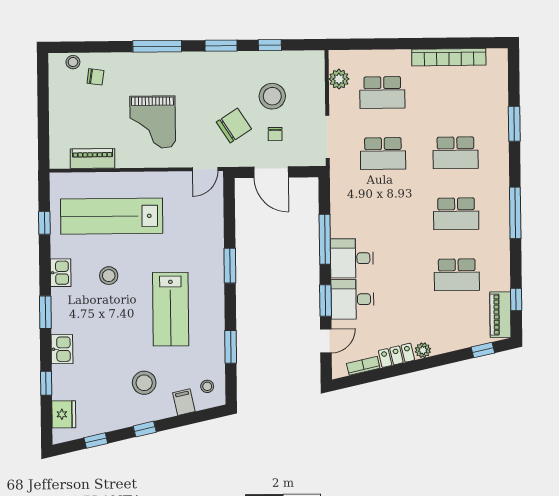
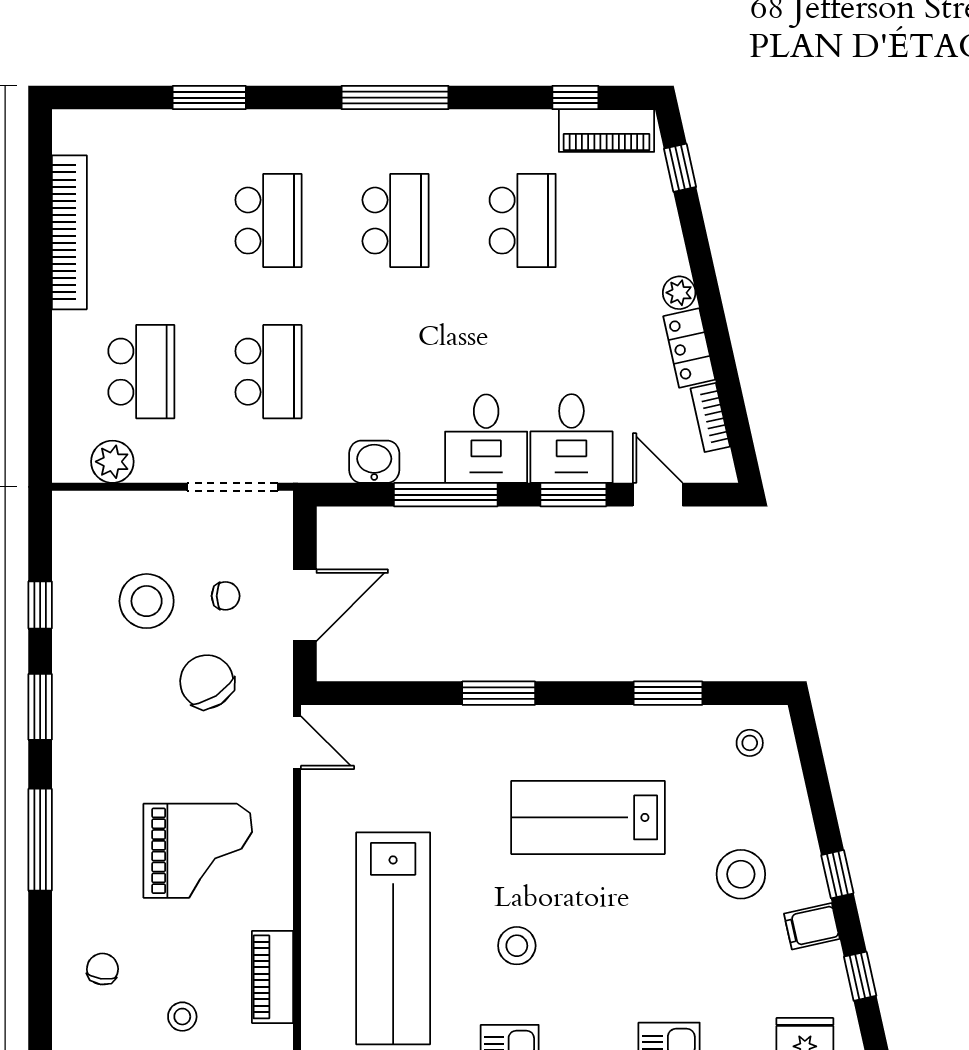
stool: (73, 62) -> (182, 1017), moved
washbasin: (340, 205) -> (374, 462), added
lab bench: (171, 309) -> (588, 817), turned 180
filing cabinet: (184, 402) -> (812, 926), moved

